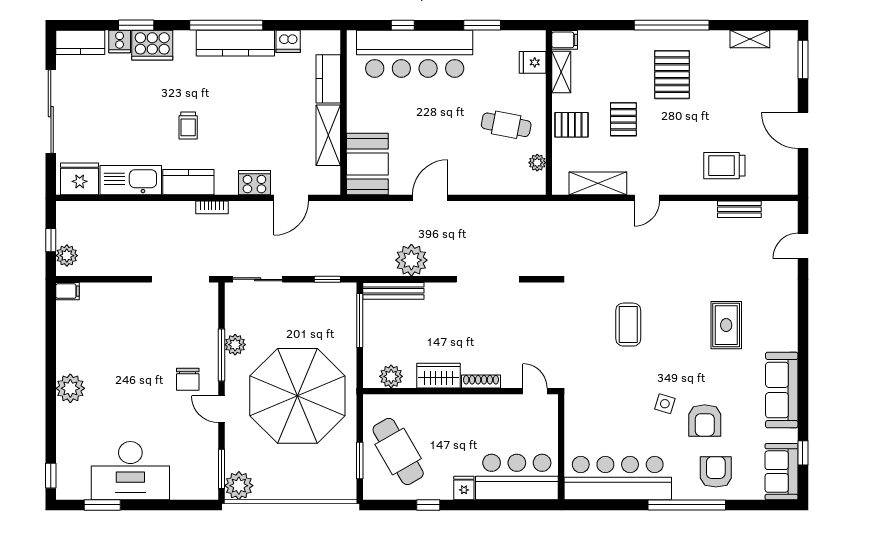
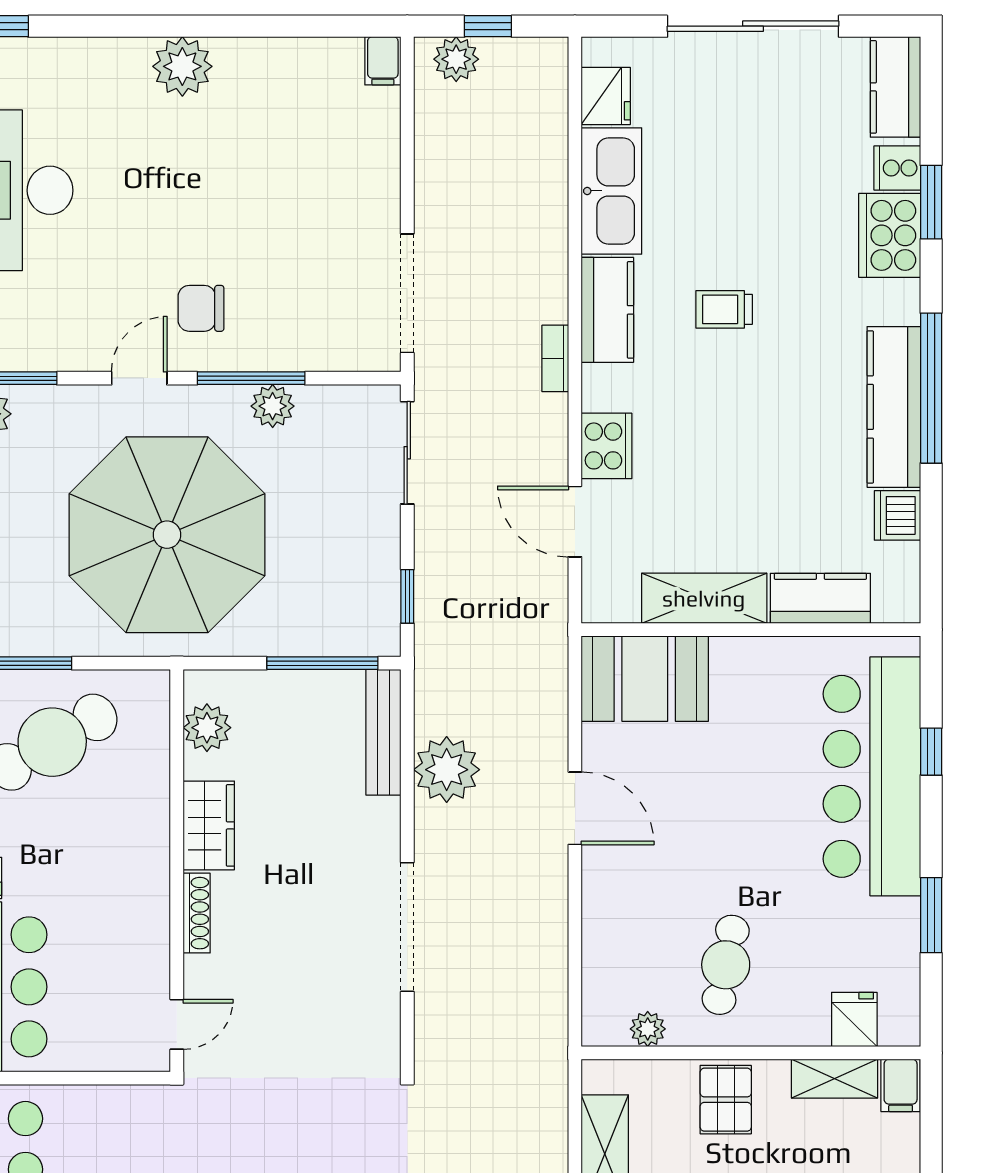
fridge: (80, 179) -> (606, 96), width x0.73, depth x0.75

